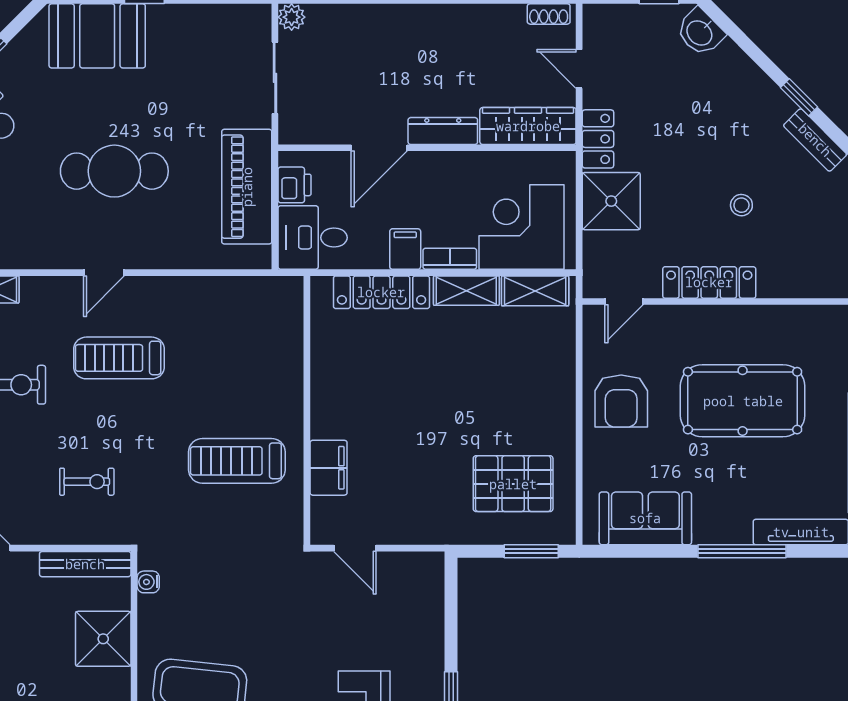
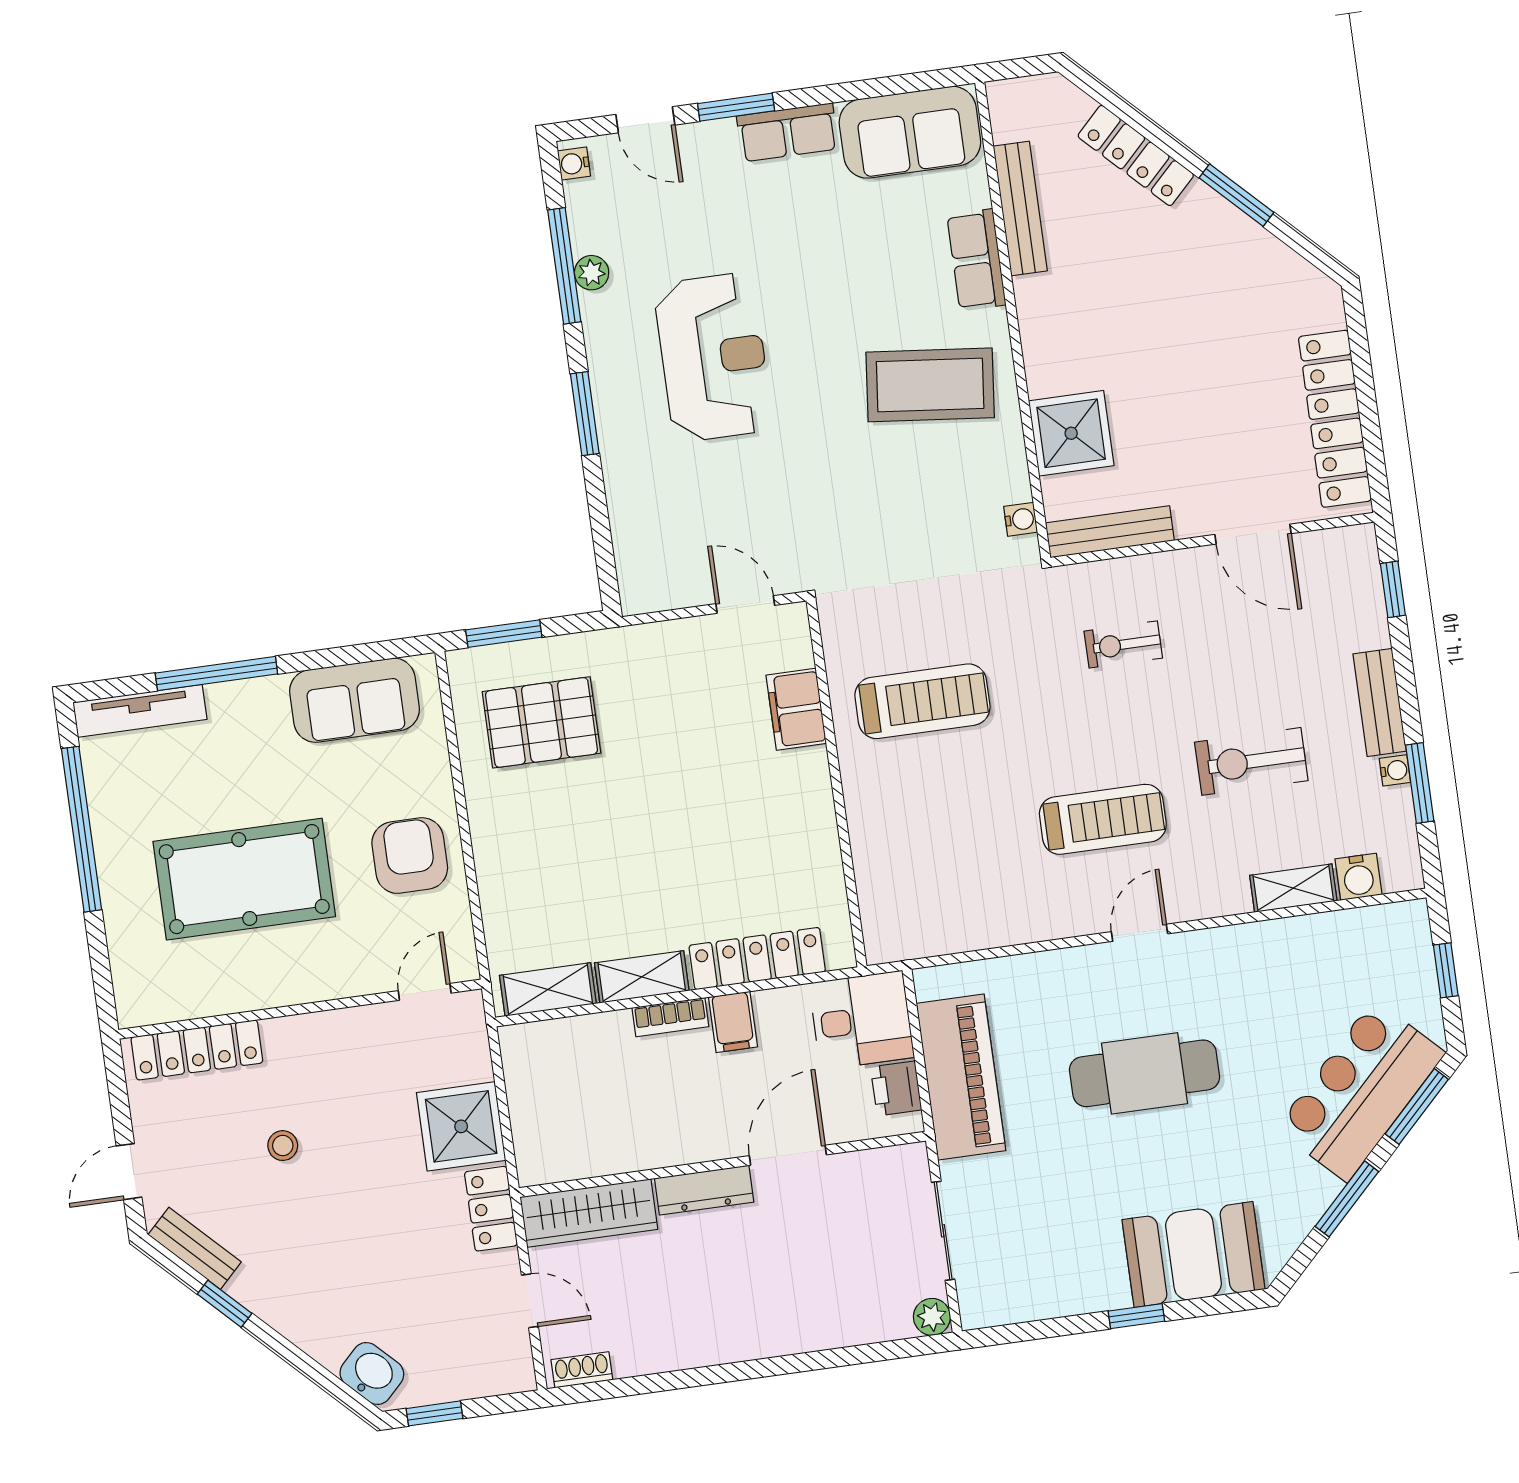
corner desk: (521, 227) -> (579, 1074), removed
locker: (709, 282) -> (197, 1050), moved

